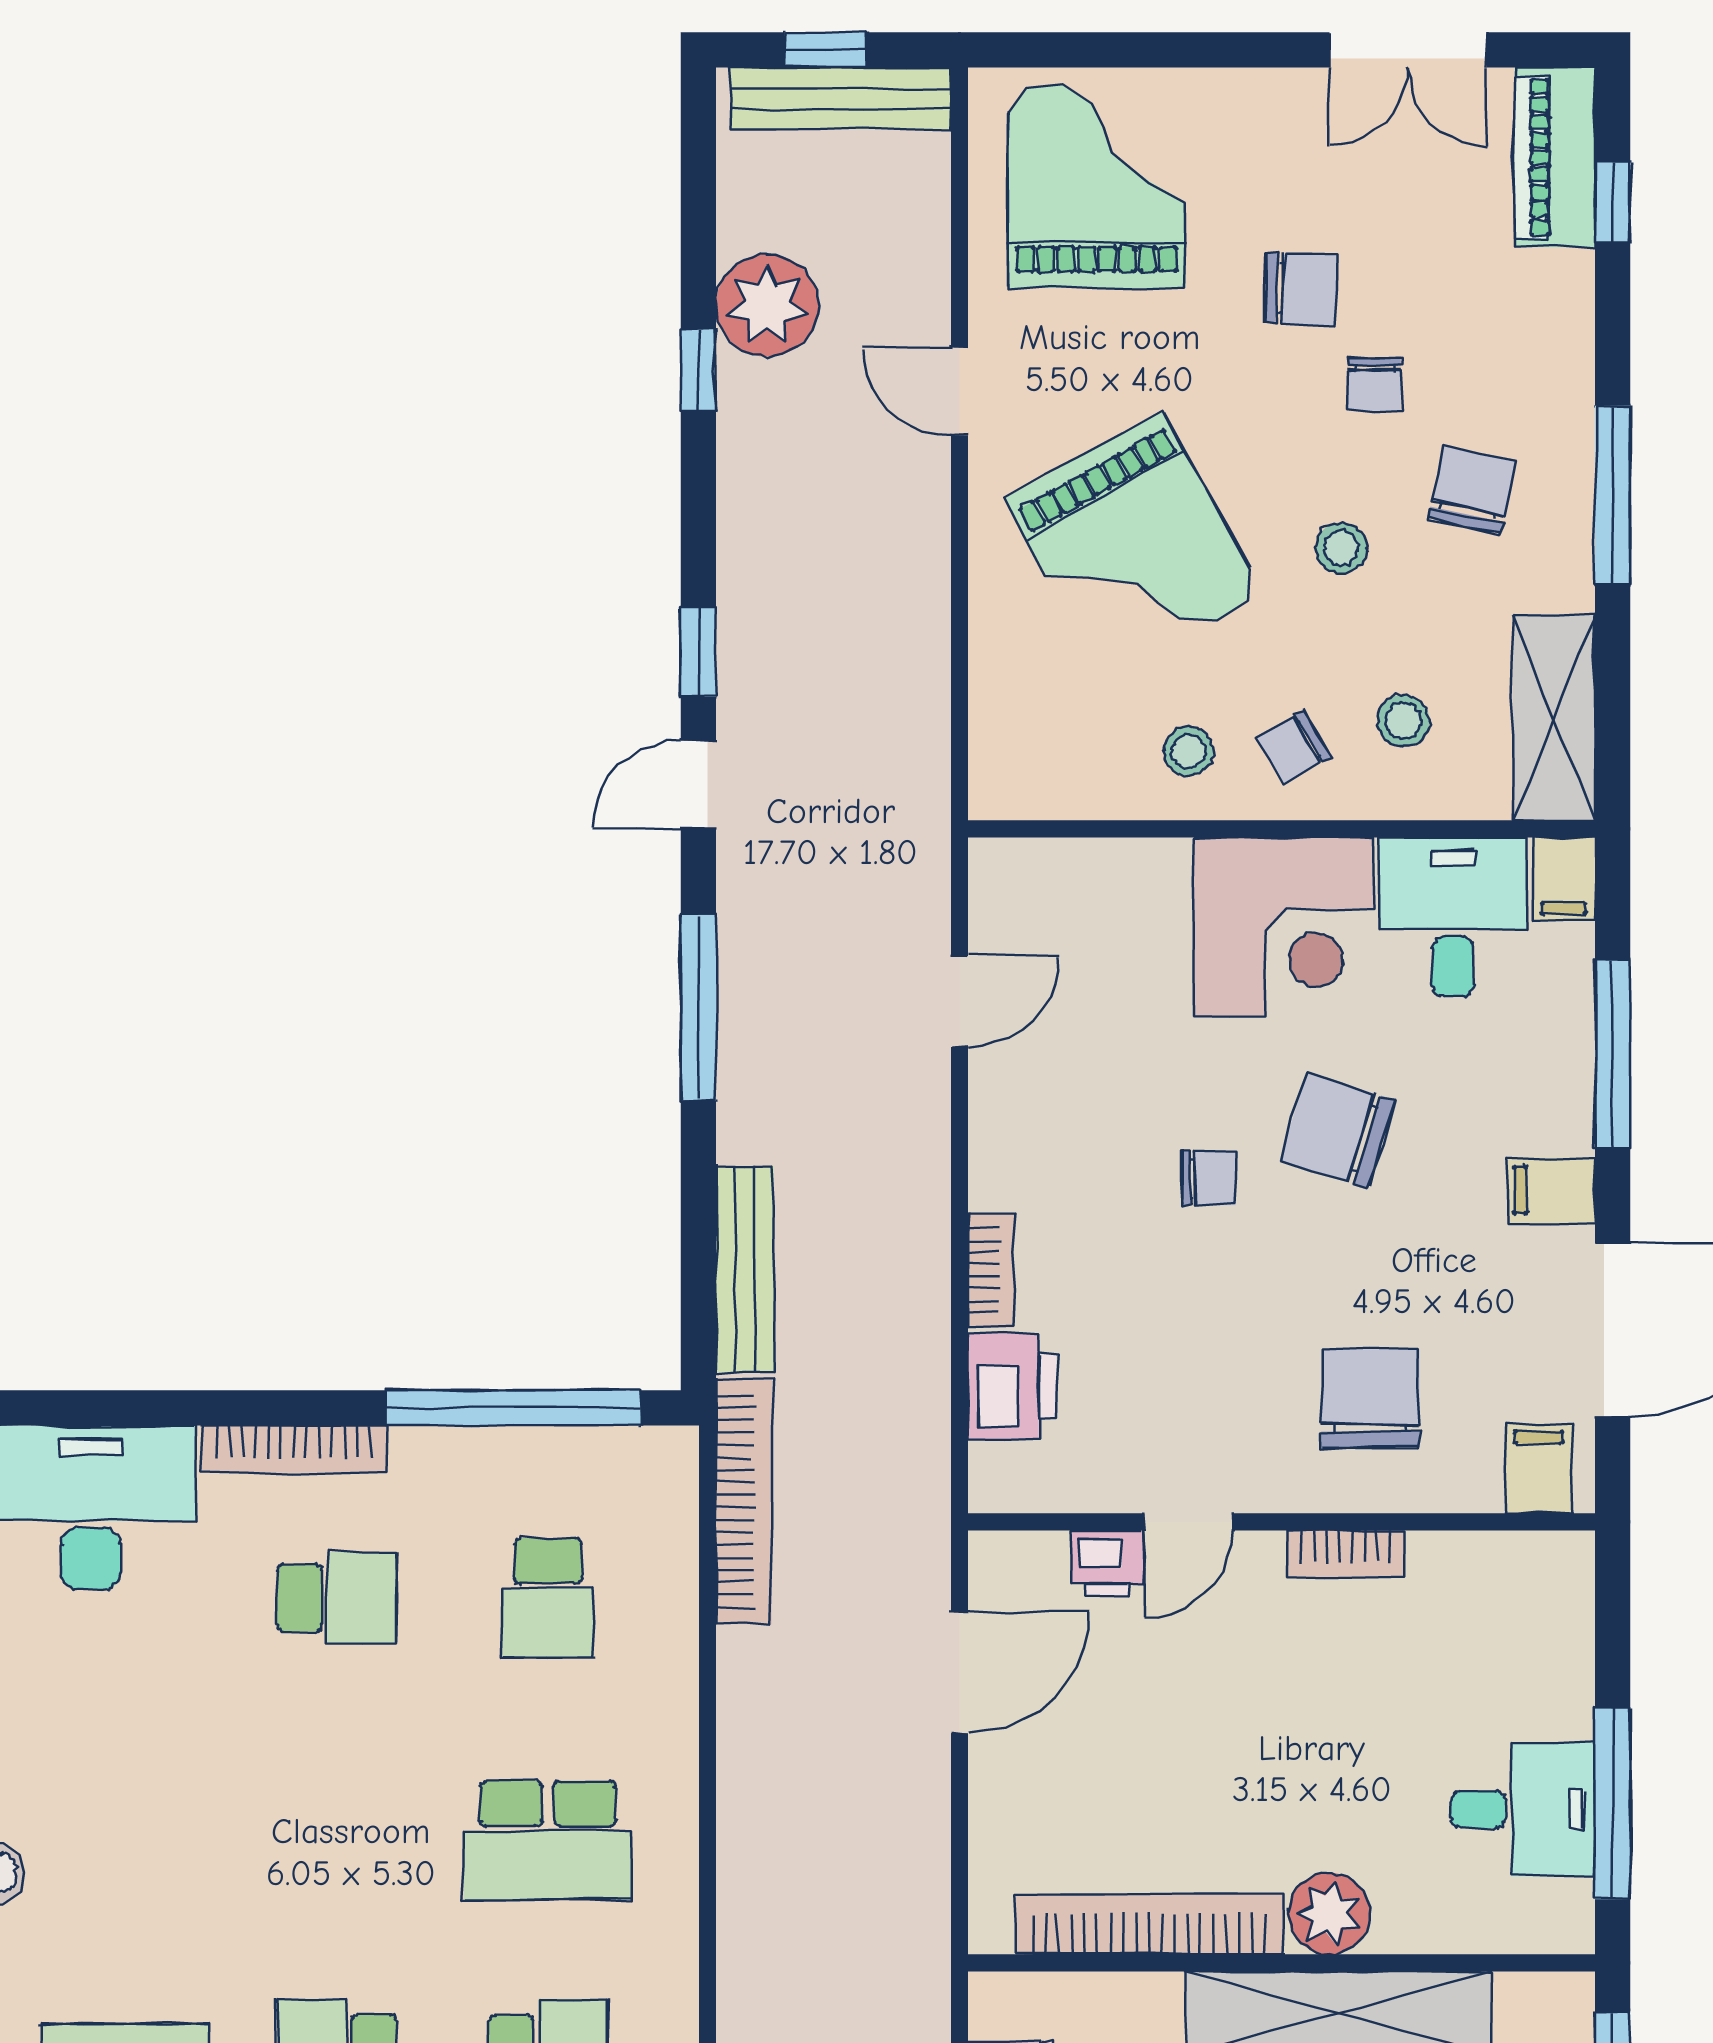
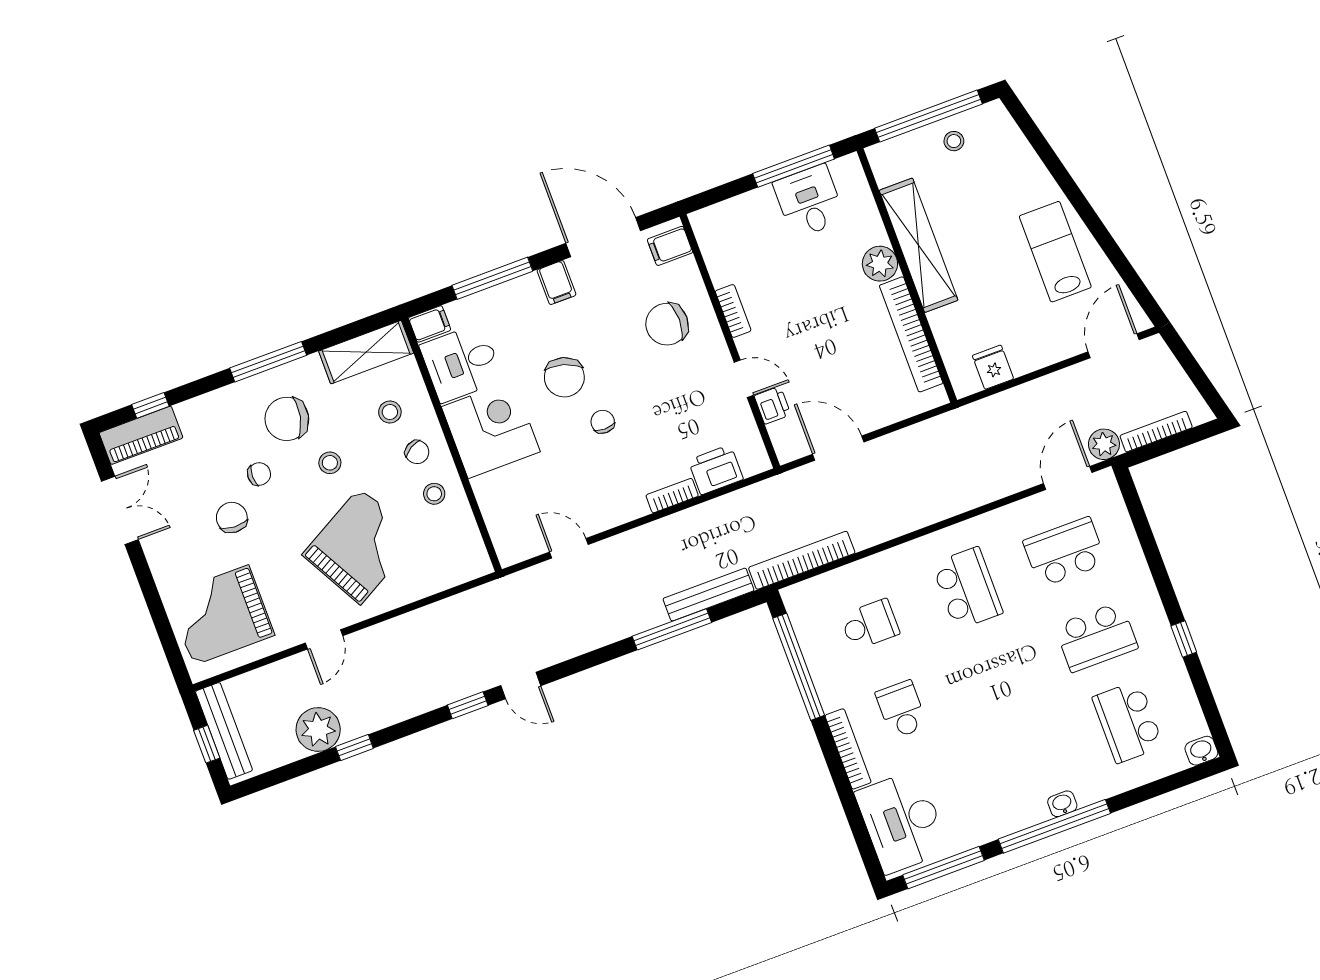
chair: (1472, 490) -> (287, 419), width x1.37, depth x1.37
window: (698, 1007) -> (672, 629), moved

